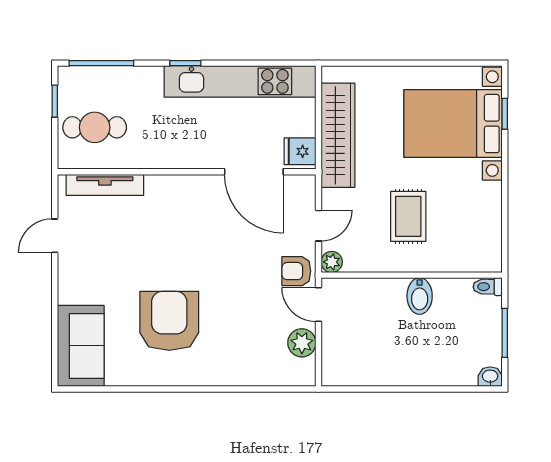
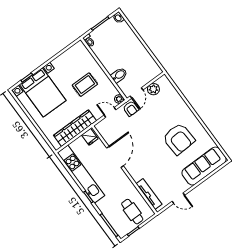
door: (254, 172) -> (115, 157), moved
bidet: (420, 296) -> (119, 75), moved
armchair: (169, 321) -> (179, 139), turned -93
sofa: (81, 346) -> (204, 166), width x1.36

